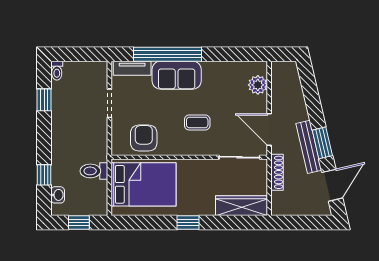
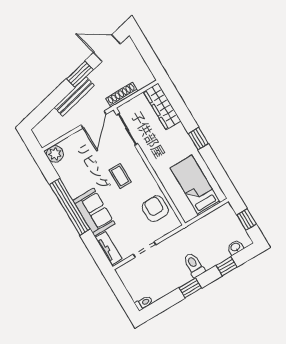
window: (168, 54) -> (70, 207), moved
plant: (258, 85) -> (55, 154), moved
window: (44, 100) -> (190, 288), moved
armchair: (144, 138) -> (155, 209), turned 90
bench: (309, 147) -> (74, 97), moved
toilet: (94, 171) -> (194, 265), moved, turned 180
bed: (143, 184) -> (195, 185), width x0.67

